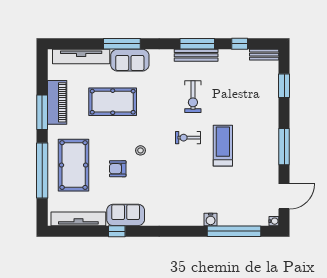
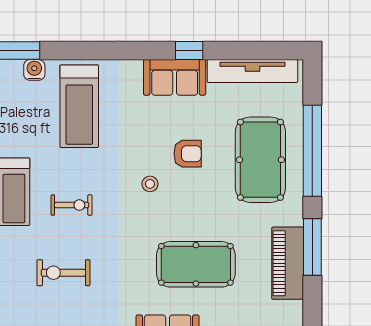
exercise bike: (193, 97) -> (63, 273), turned -90
treadmill: (183, 197) -> (79, 106), added

